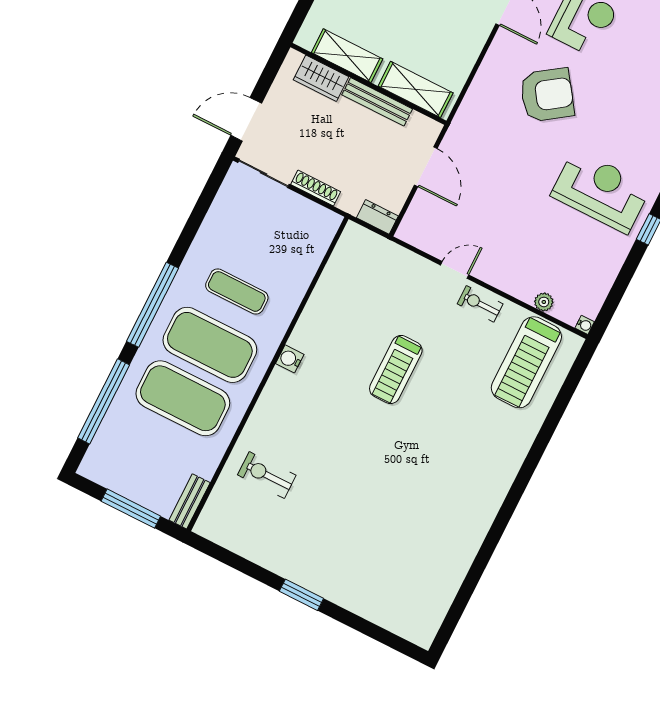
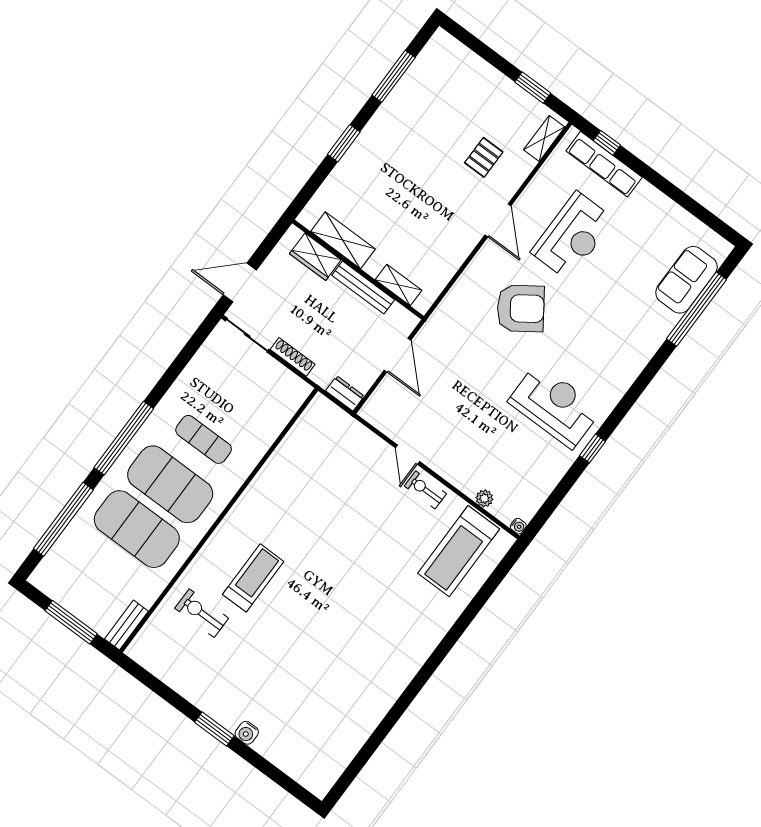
shelving: (416, 89) -> (399, 285), width x0.67, depth x0.75
door: (455, 270) -> (407, 455), swing flipped
water cooler: (290, 359) -> (247, 733), moved, turned -90
treadmill: (396, 369) -> (253, 578), moved, turned 180

